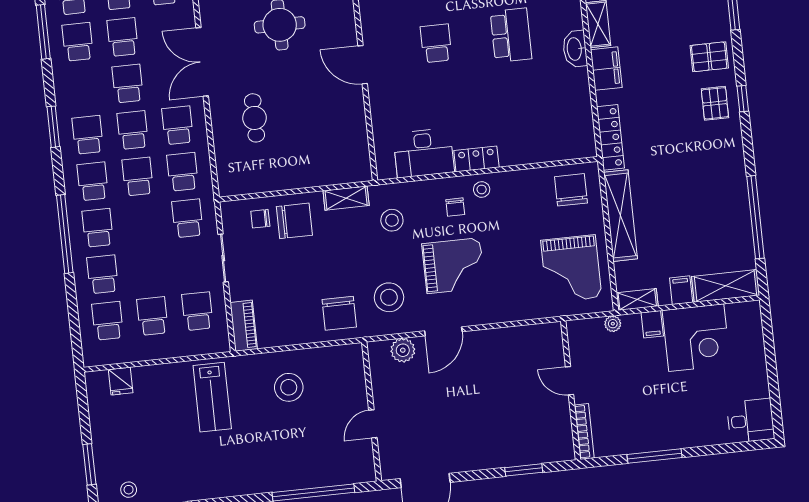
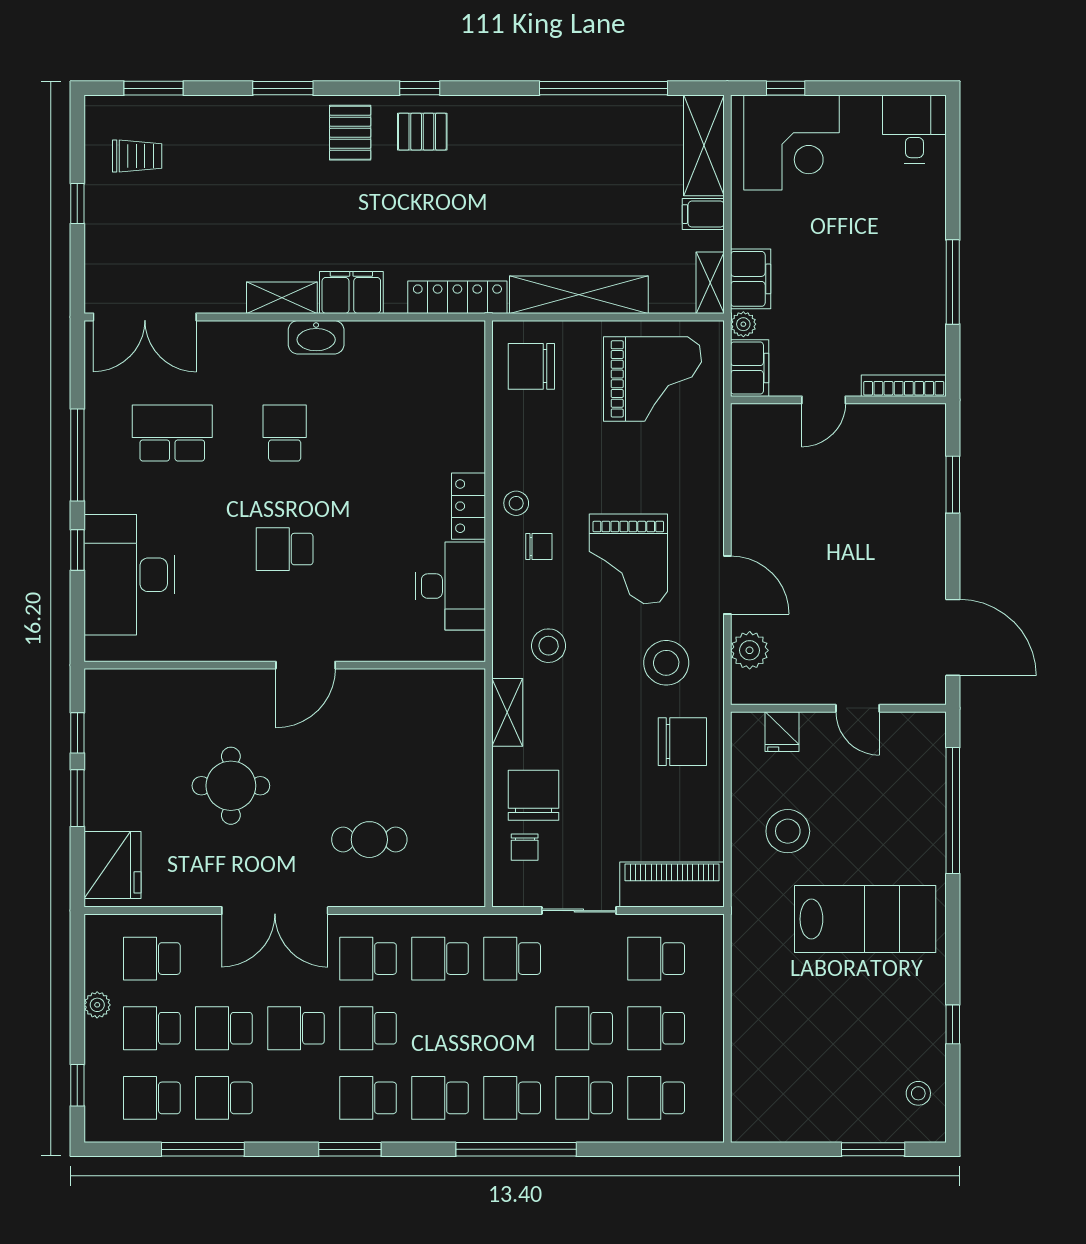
school desk: (511, 35) -> (285, 433), width x0.54
school desk: (138, 177) -> (584, 1028), moved
grand piano: (453, 266) -> (628, 559), turned 180
filing cabinet: (652, 324) -> (751, 279), width x2.00
piano: (244, 326) -> (672, 885), width x1.37, depth x1.33
filing cabinet: (585, 331) -> (750, 368), added
window: (768, 335) -> (786, 88), added
corner desk: (696, 338) -> (792, 142), moved, turned 90
fridge: (121, 381) -> (782, 732), moved, turned 90
lab bench: (212, 397) -> (865, 919), moved, width x1.36, depth x1.39

